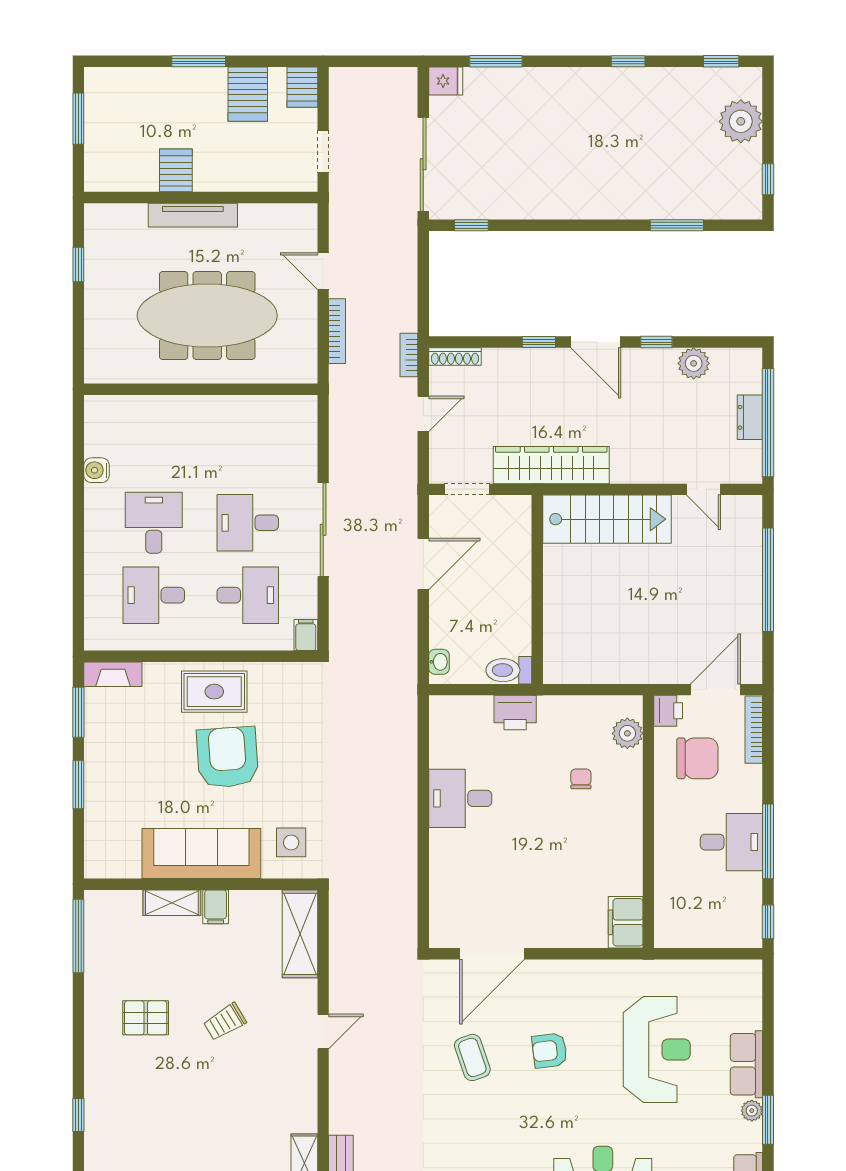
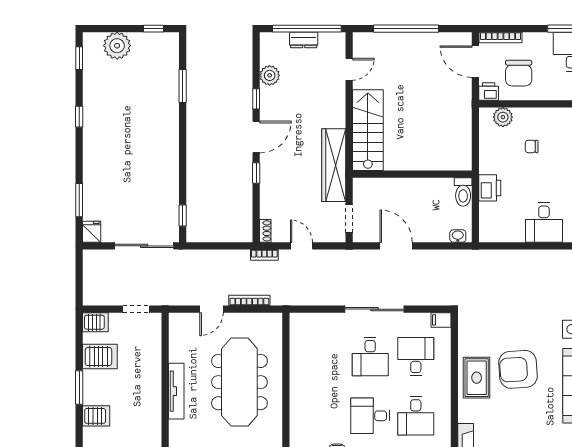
server rack: (176, 170) -> (96, 416), moved, turned 180
shoe rack: (455, 356) -> (265, 231), width x0.70
chair: (697, 758) -> (519, 73), turned 180

